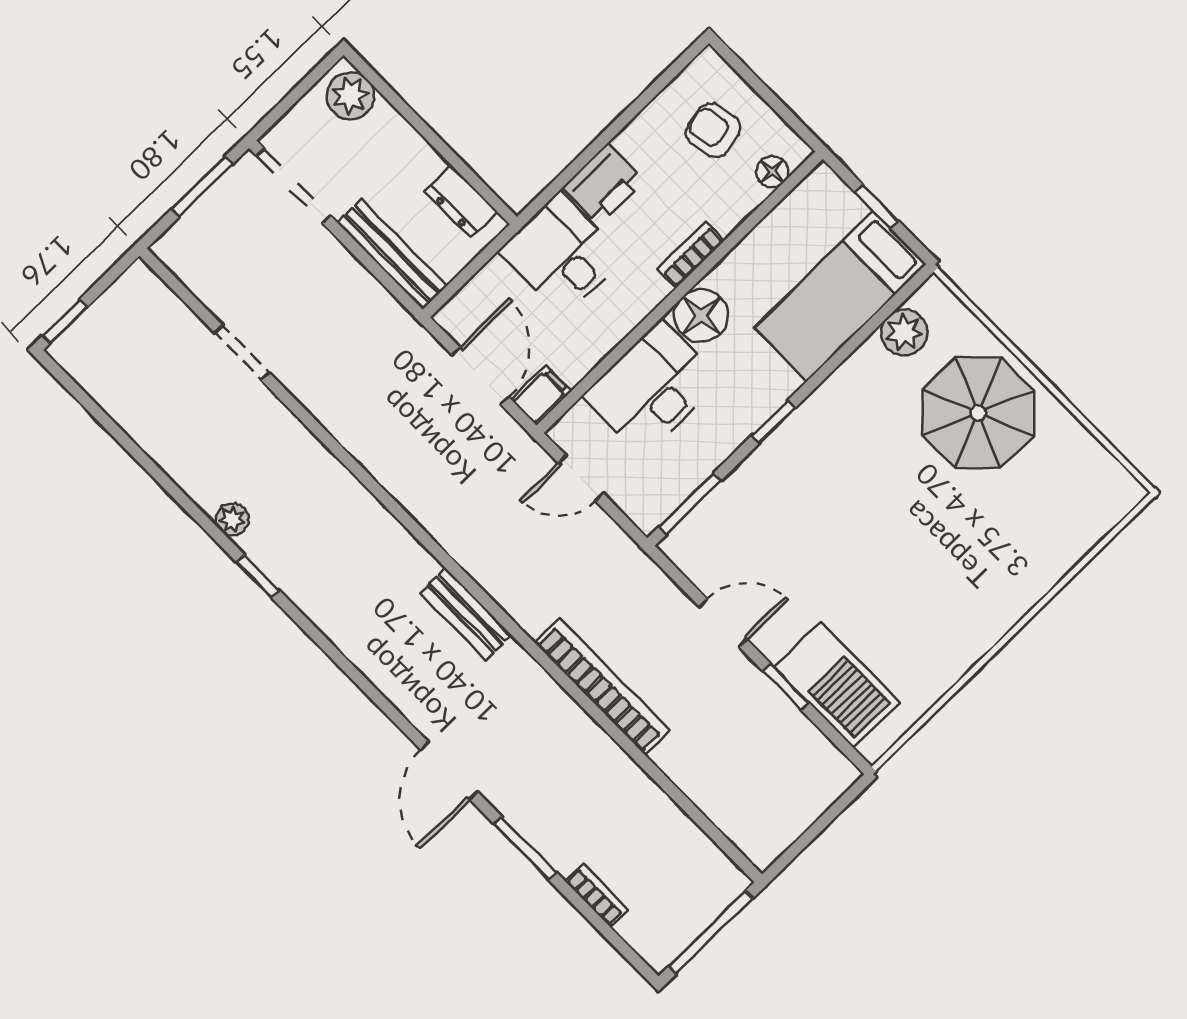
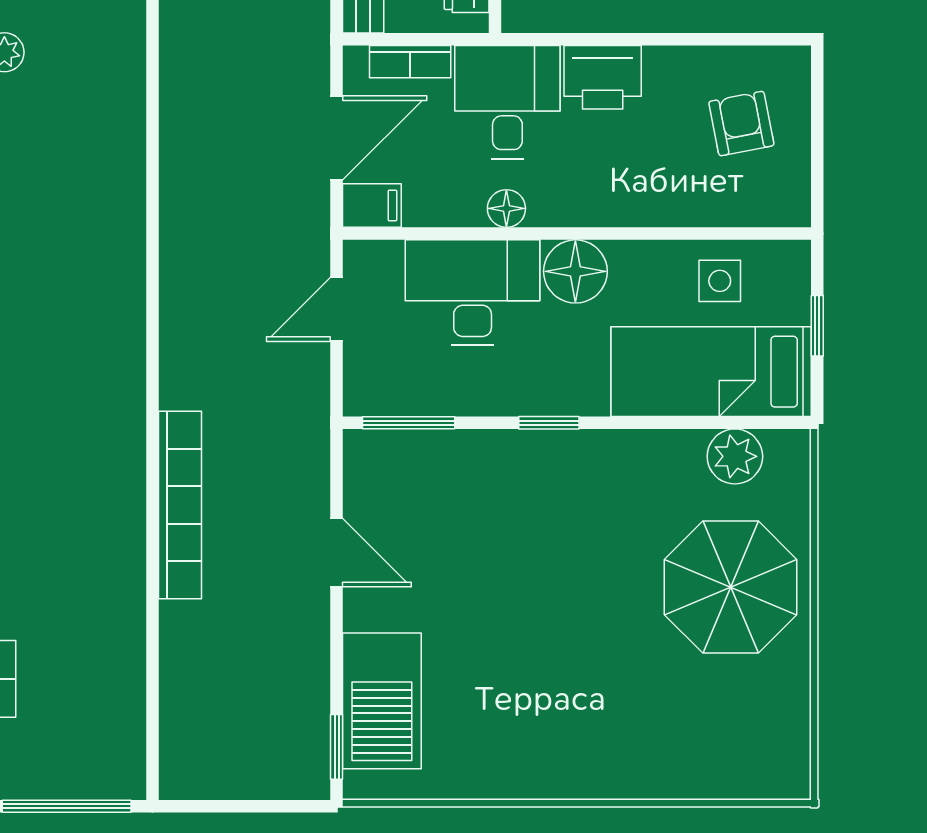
floor lamp: (772, 172) -> (506, 208), moved
side table: (792, 237) -> (720, 281), added
bookcase: (691, 255) -> (410, 62), moved, turned 180
door: (581, 478) -> (337, 309), hinge flipped
bench: (466, 614) -> (125, 329), removed
window: (786, 687) -> (337, 747), moved

